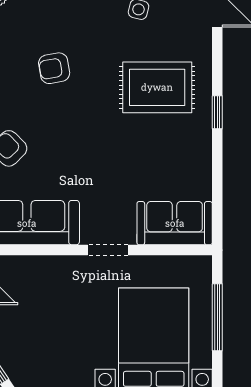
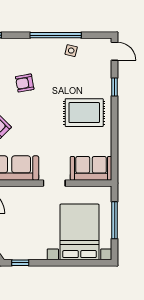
rug: (157, 87) -> (84, 113), moved
window: (217, 112) -> (115, 87), moved

